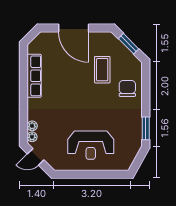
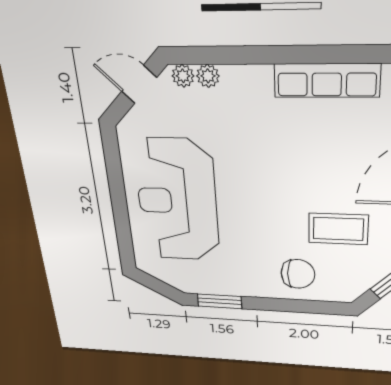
reception desk: (91, 145) -> (177, 201), width x1.36, depth x1.30
door: (36, 157) -> (139, 84), hinge flipped

